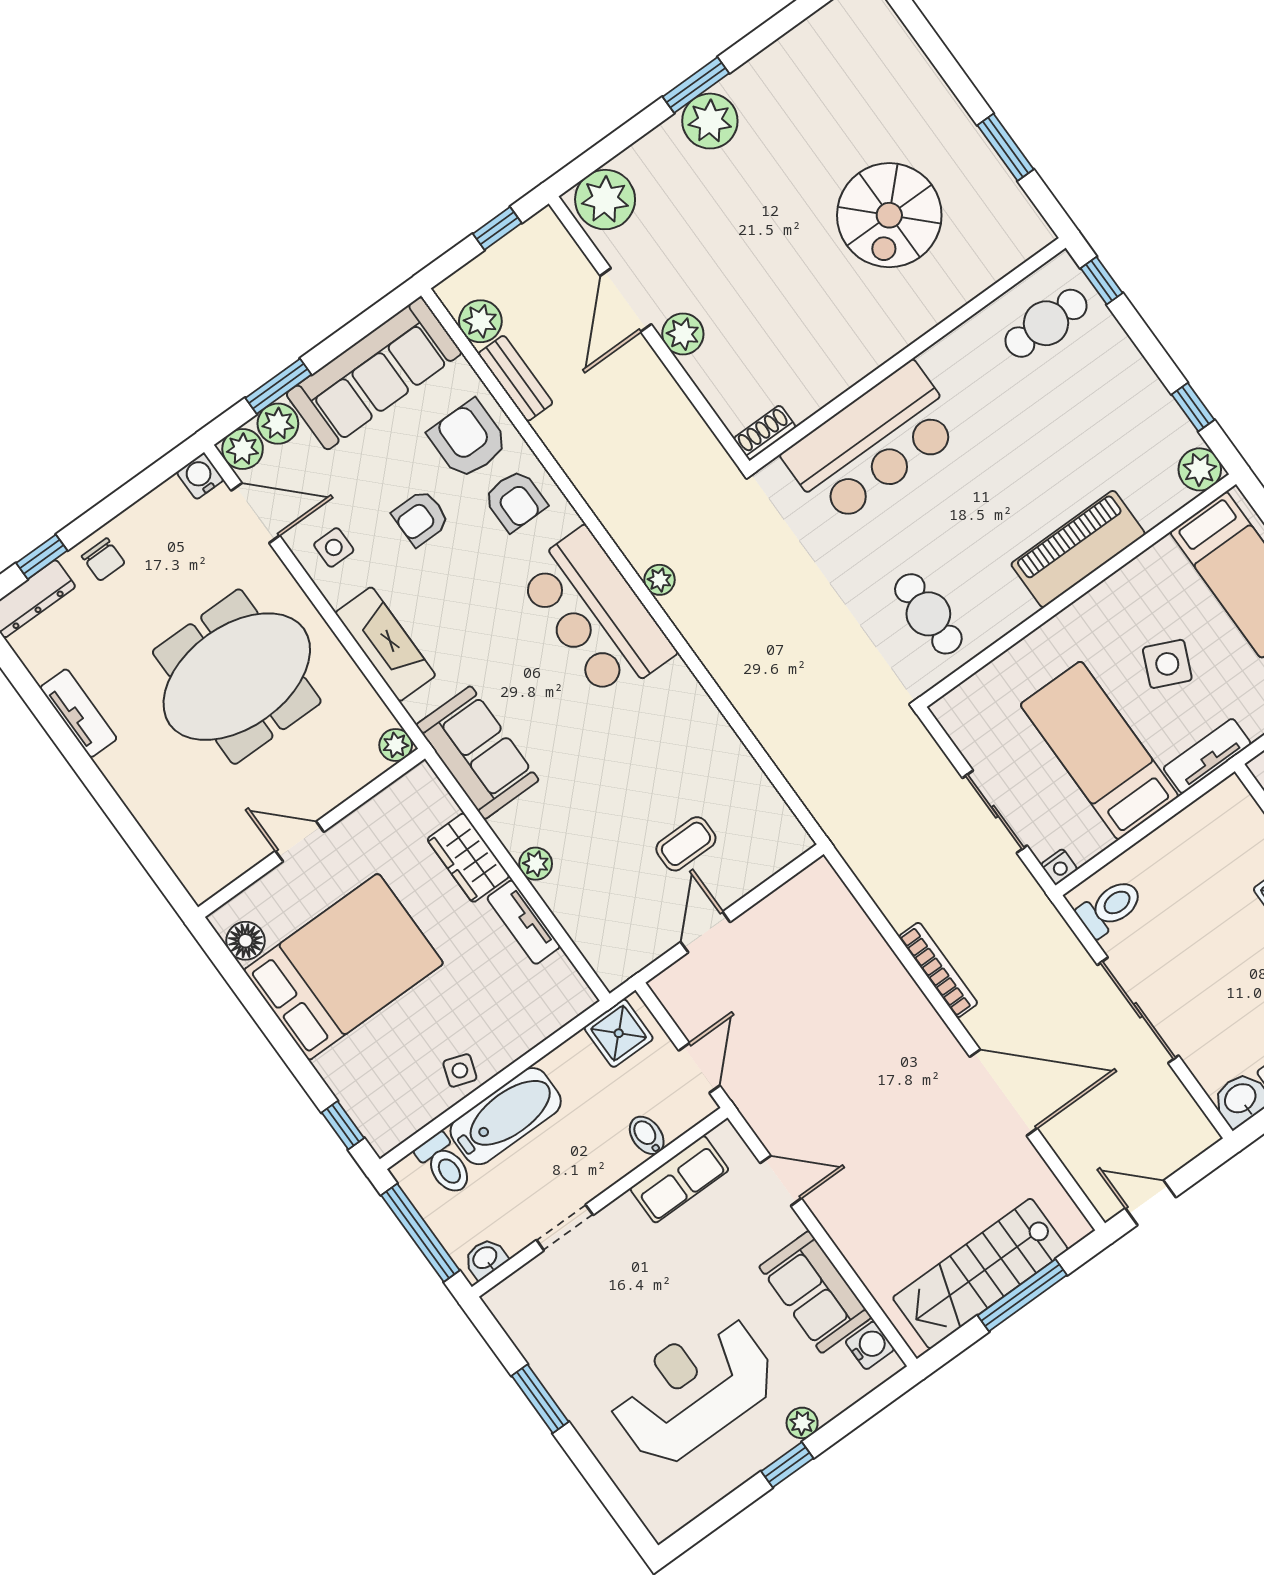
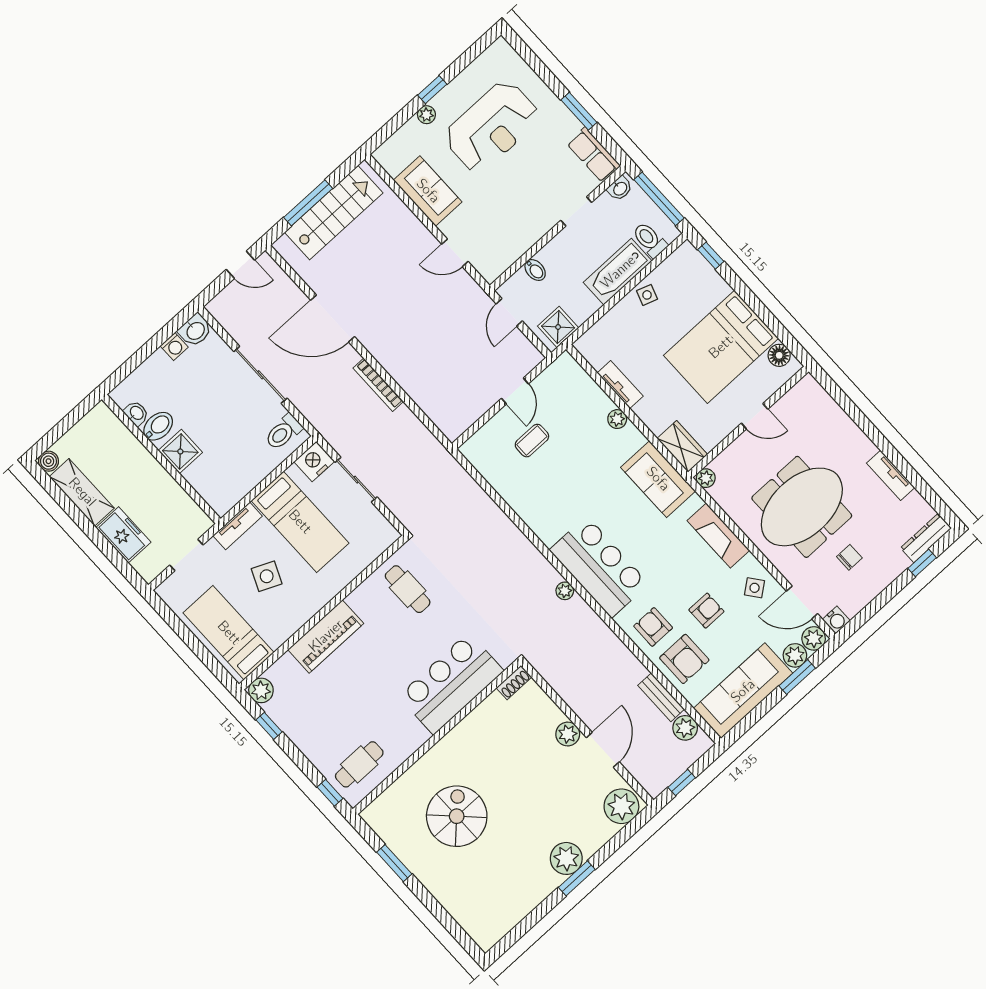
side table: (334, 547) -> (755, 588), turned -38
chair: (103, 560) -> (849, 557), moved, turned 90
wardrobe: (468, 858) -> (682, 446), moved
nightstand: (1059, 867) -> (314, 461), width x1.89, depth x1.79
row of seats: (679, 1179) -> (594, 155), moved, turned -90
water cooler: (870, 1345) -> (393, 164), removed

